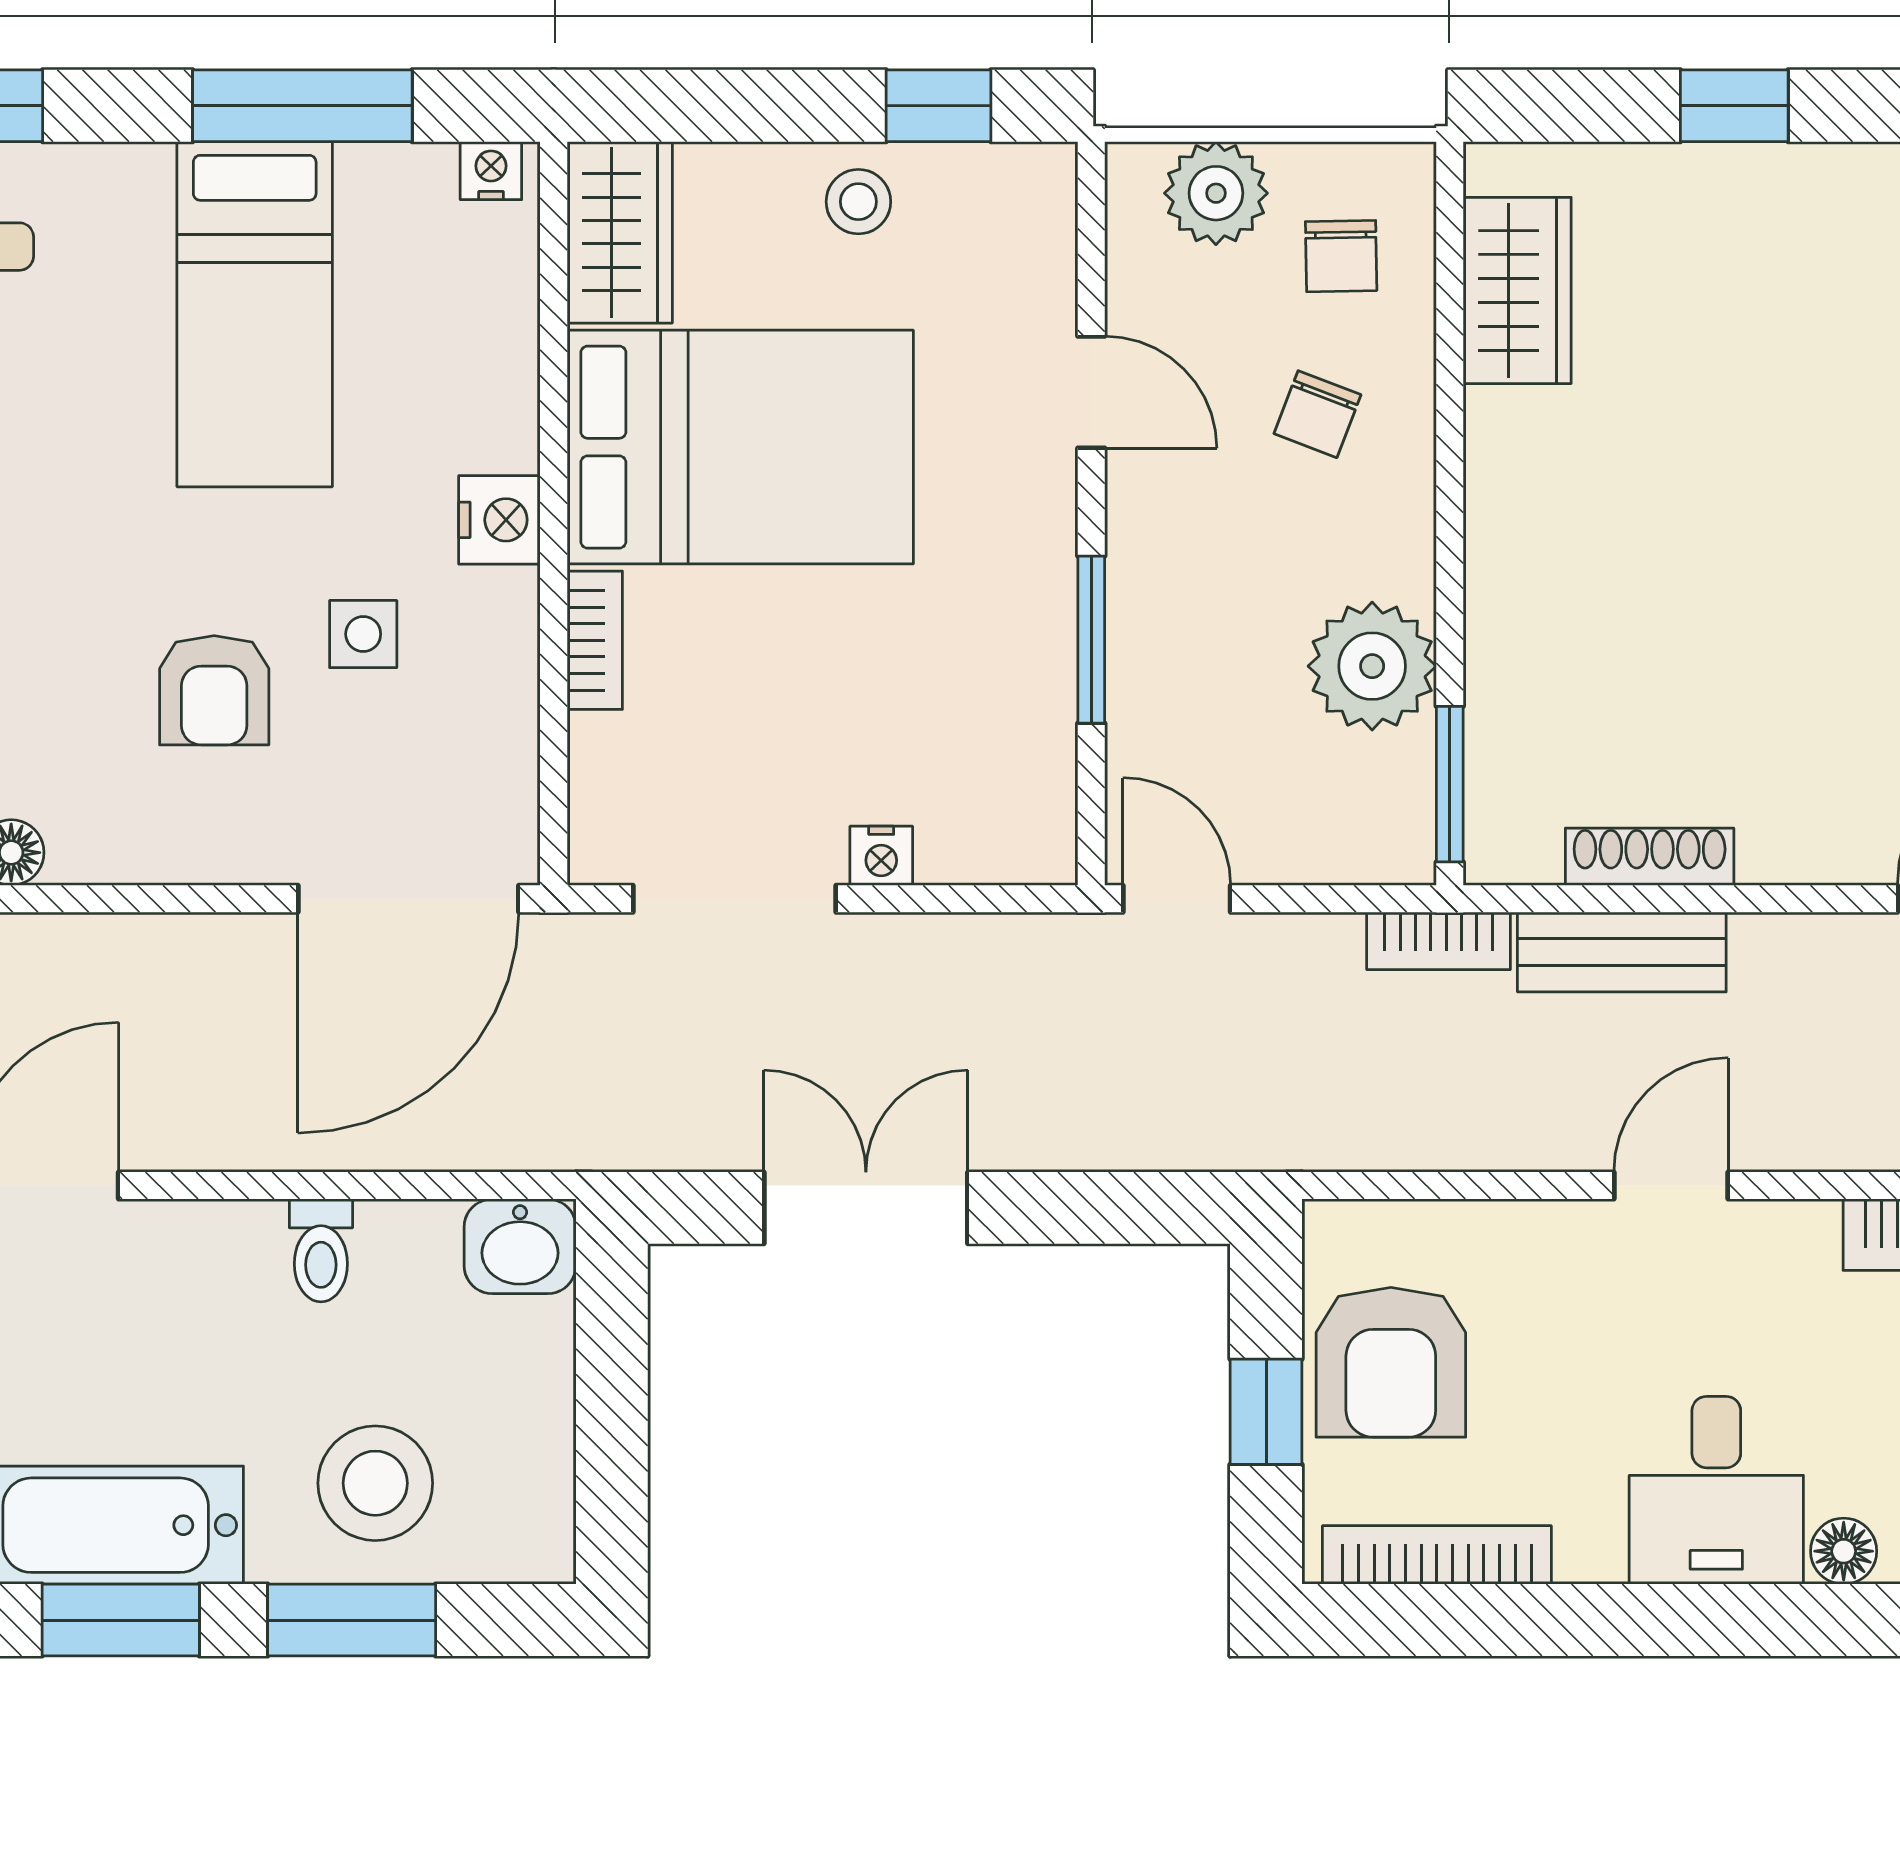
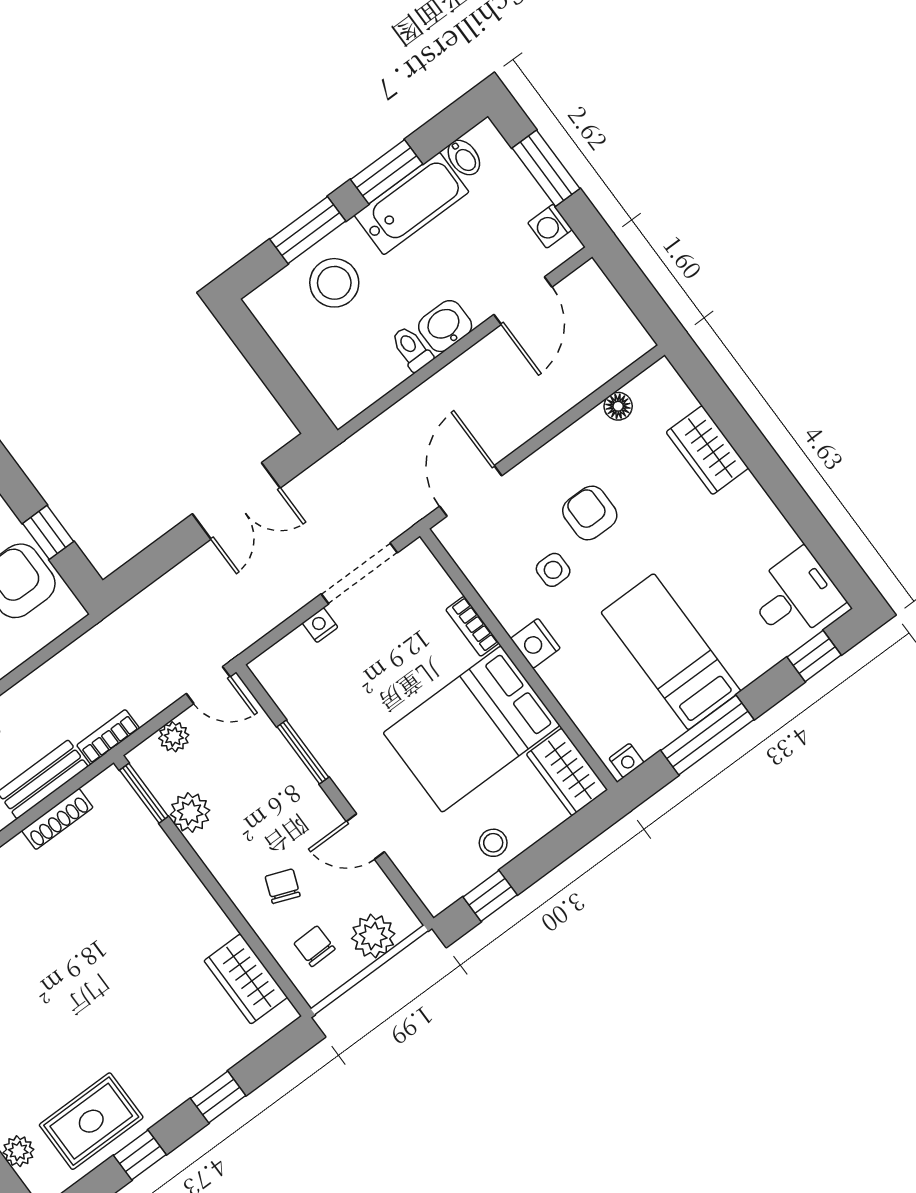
plant: (1372, 666) -> (190, 812), width x0.73, depth x0.73
plant: (1314, 849) -> (174, 737), added
door: (408, 899) -> (471, 491), width x0.73
washbasin: (520, 1246) -> (445, 326), moved

